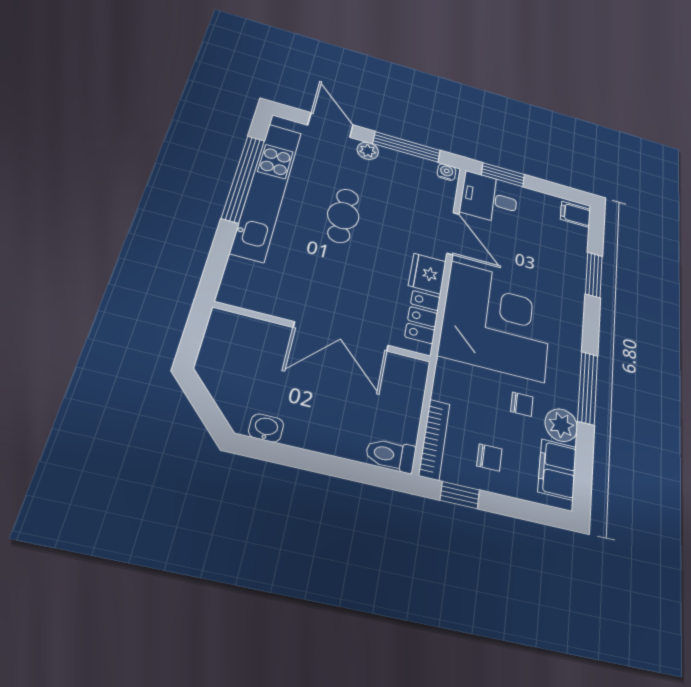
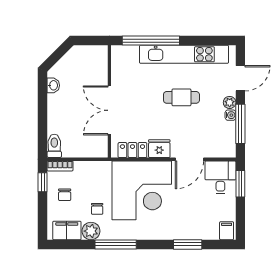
water cooler: (446, 172) -> (230, 115), moved
window: (243, 179) -> (151, 41), moved
bookcase: (434, 439) -> (60, 166), width x0.64

